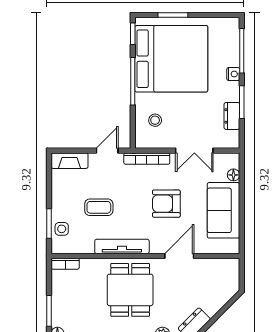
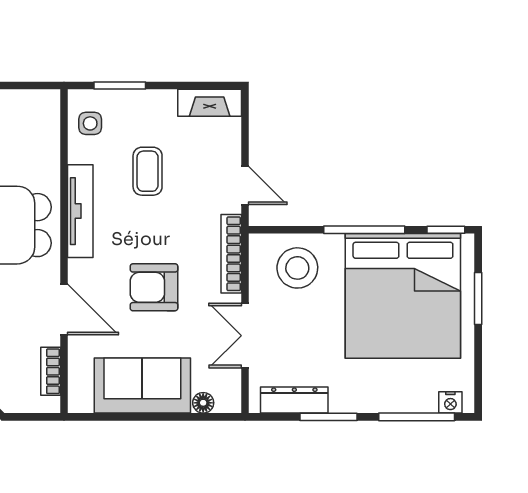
nightstand: (233, 74) -> (450, 402), moved
dresser: (232, 116) -> (294, 400), width x1.44
stool: (155, 120) -> (297, 268), width x1.89, depth x1.89
fireplace: (70, 161) -> (210, 103), moved, turned -90
armchair: (166, 204) -> (154, 287), turned -90
side table: (62, 229) -> (90, 123), moved
bookcase: (65, 264) -> (51, 371), moved

